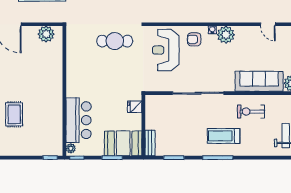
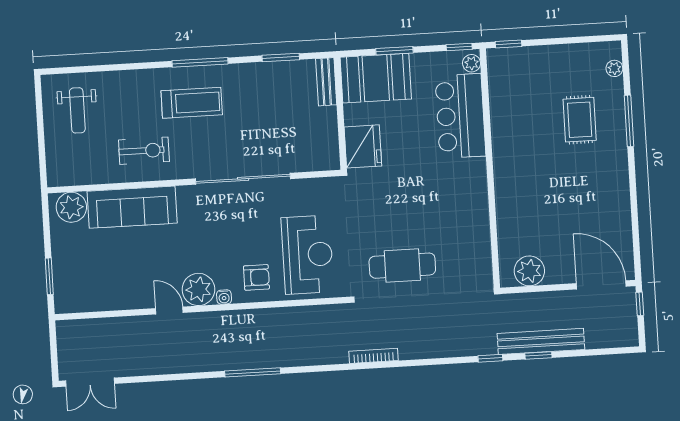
door: (268, 24) -> (169, 311), moved
fridge: (135, 107) -> (363, 146), width x1.88, depth x1.34

